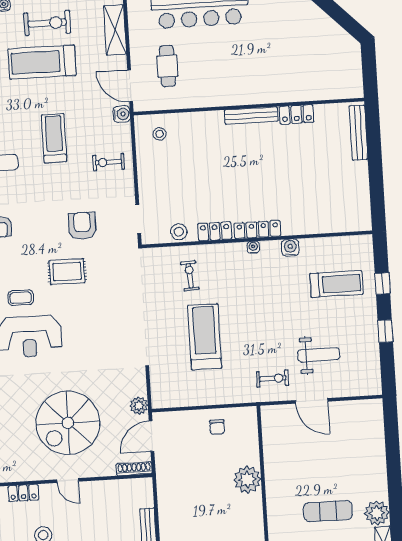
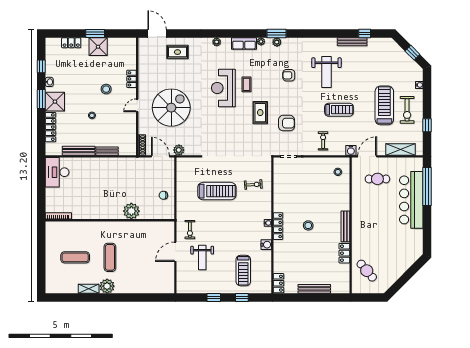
cafe table: (324, 75) -> (367, 271), added
bench: (359, 133) -> (314, 289), moved
locker: (215, 231) -> (279, 283), moved
stool: (179, 232) -> (308, 225), moved
spiral stairs: (68, 423) -> (171, 108), turned 90

